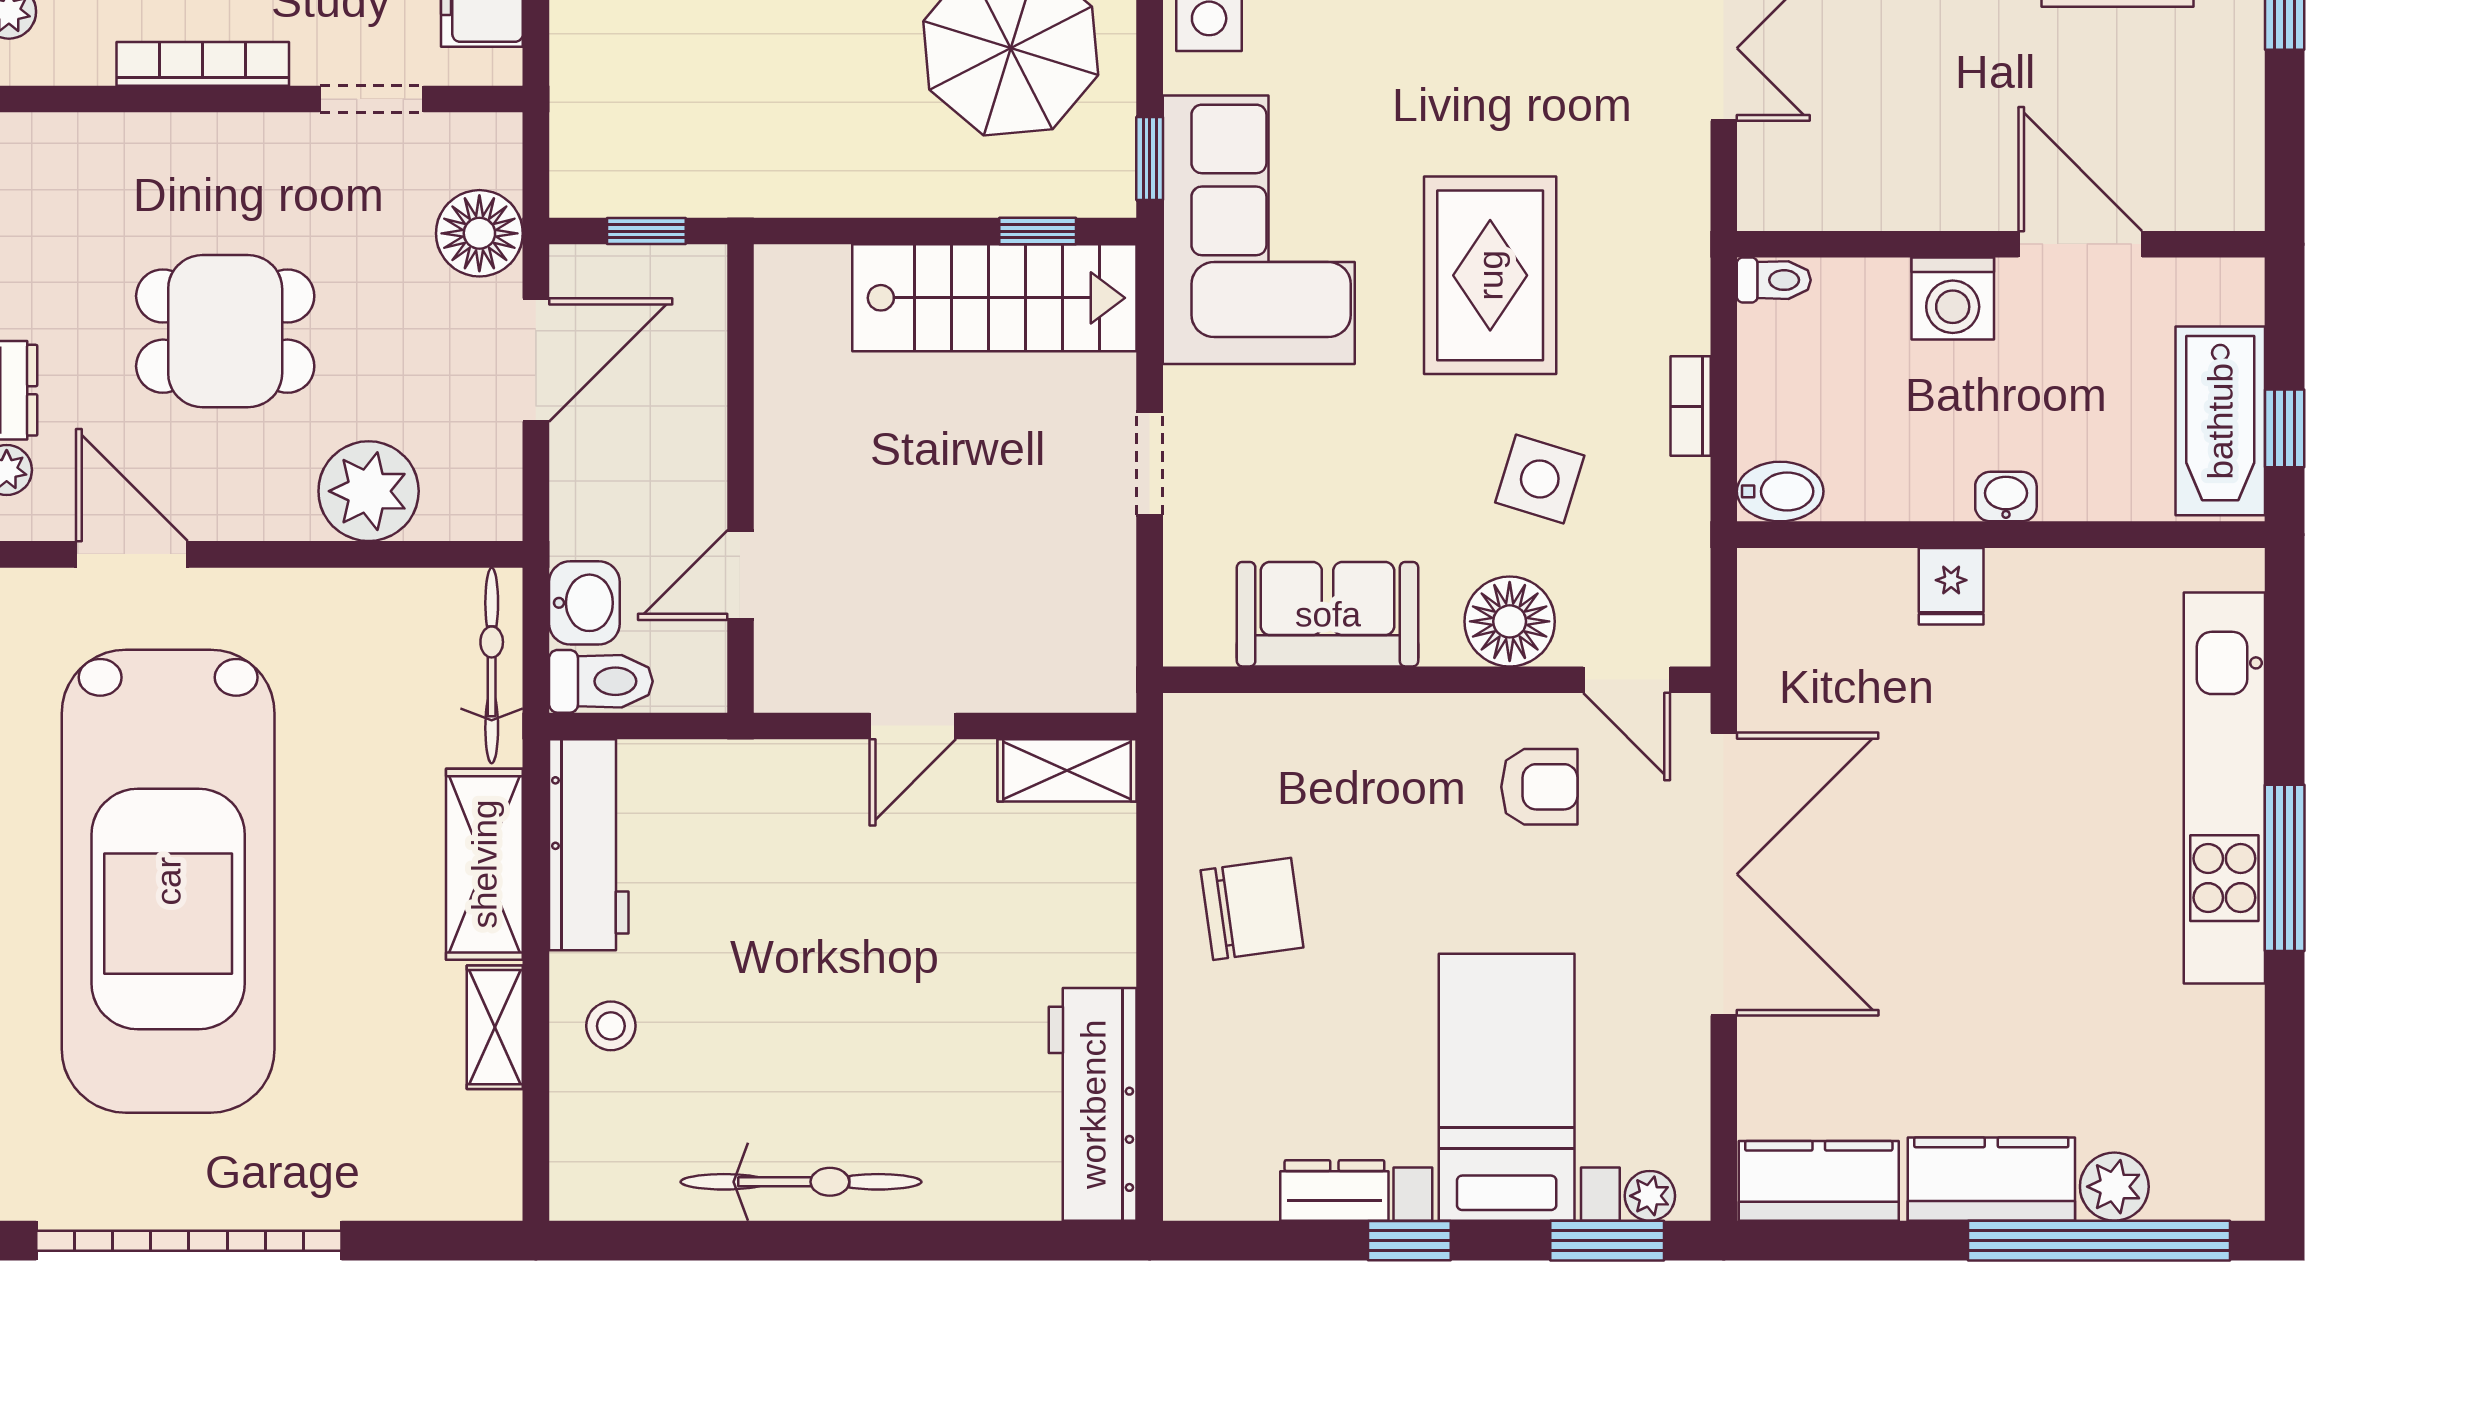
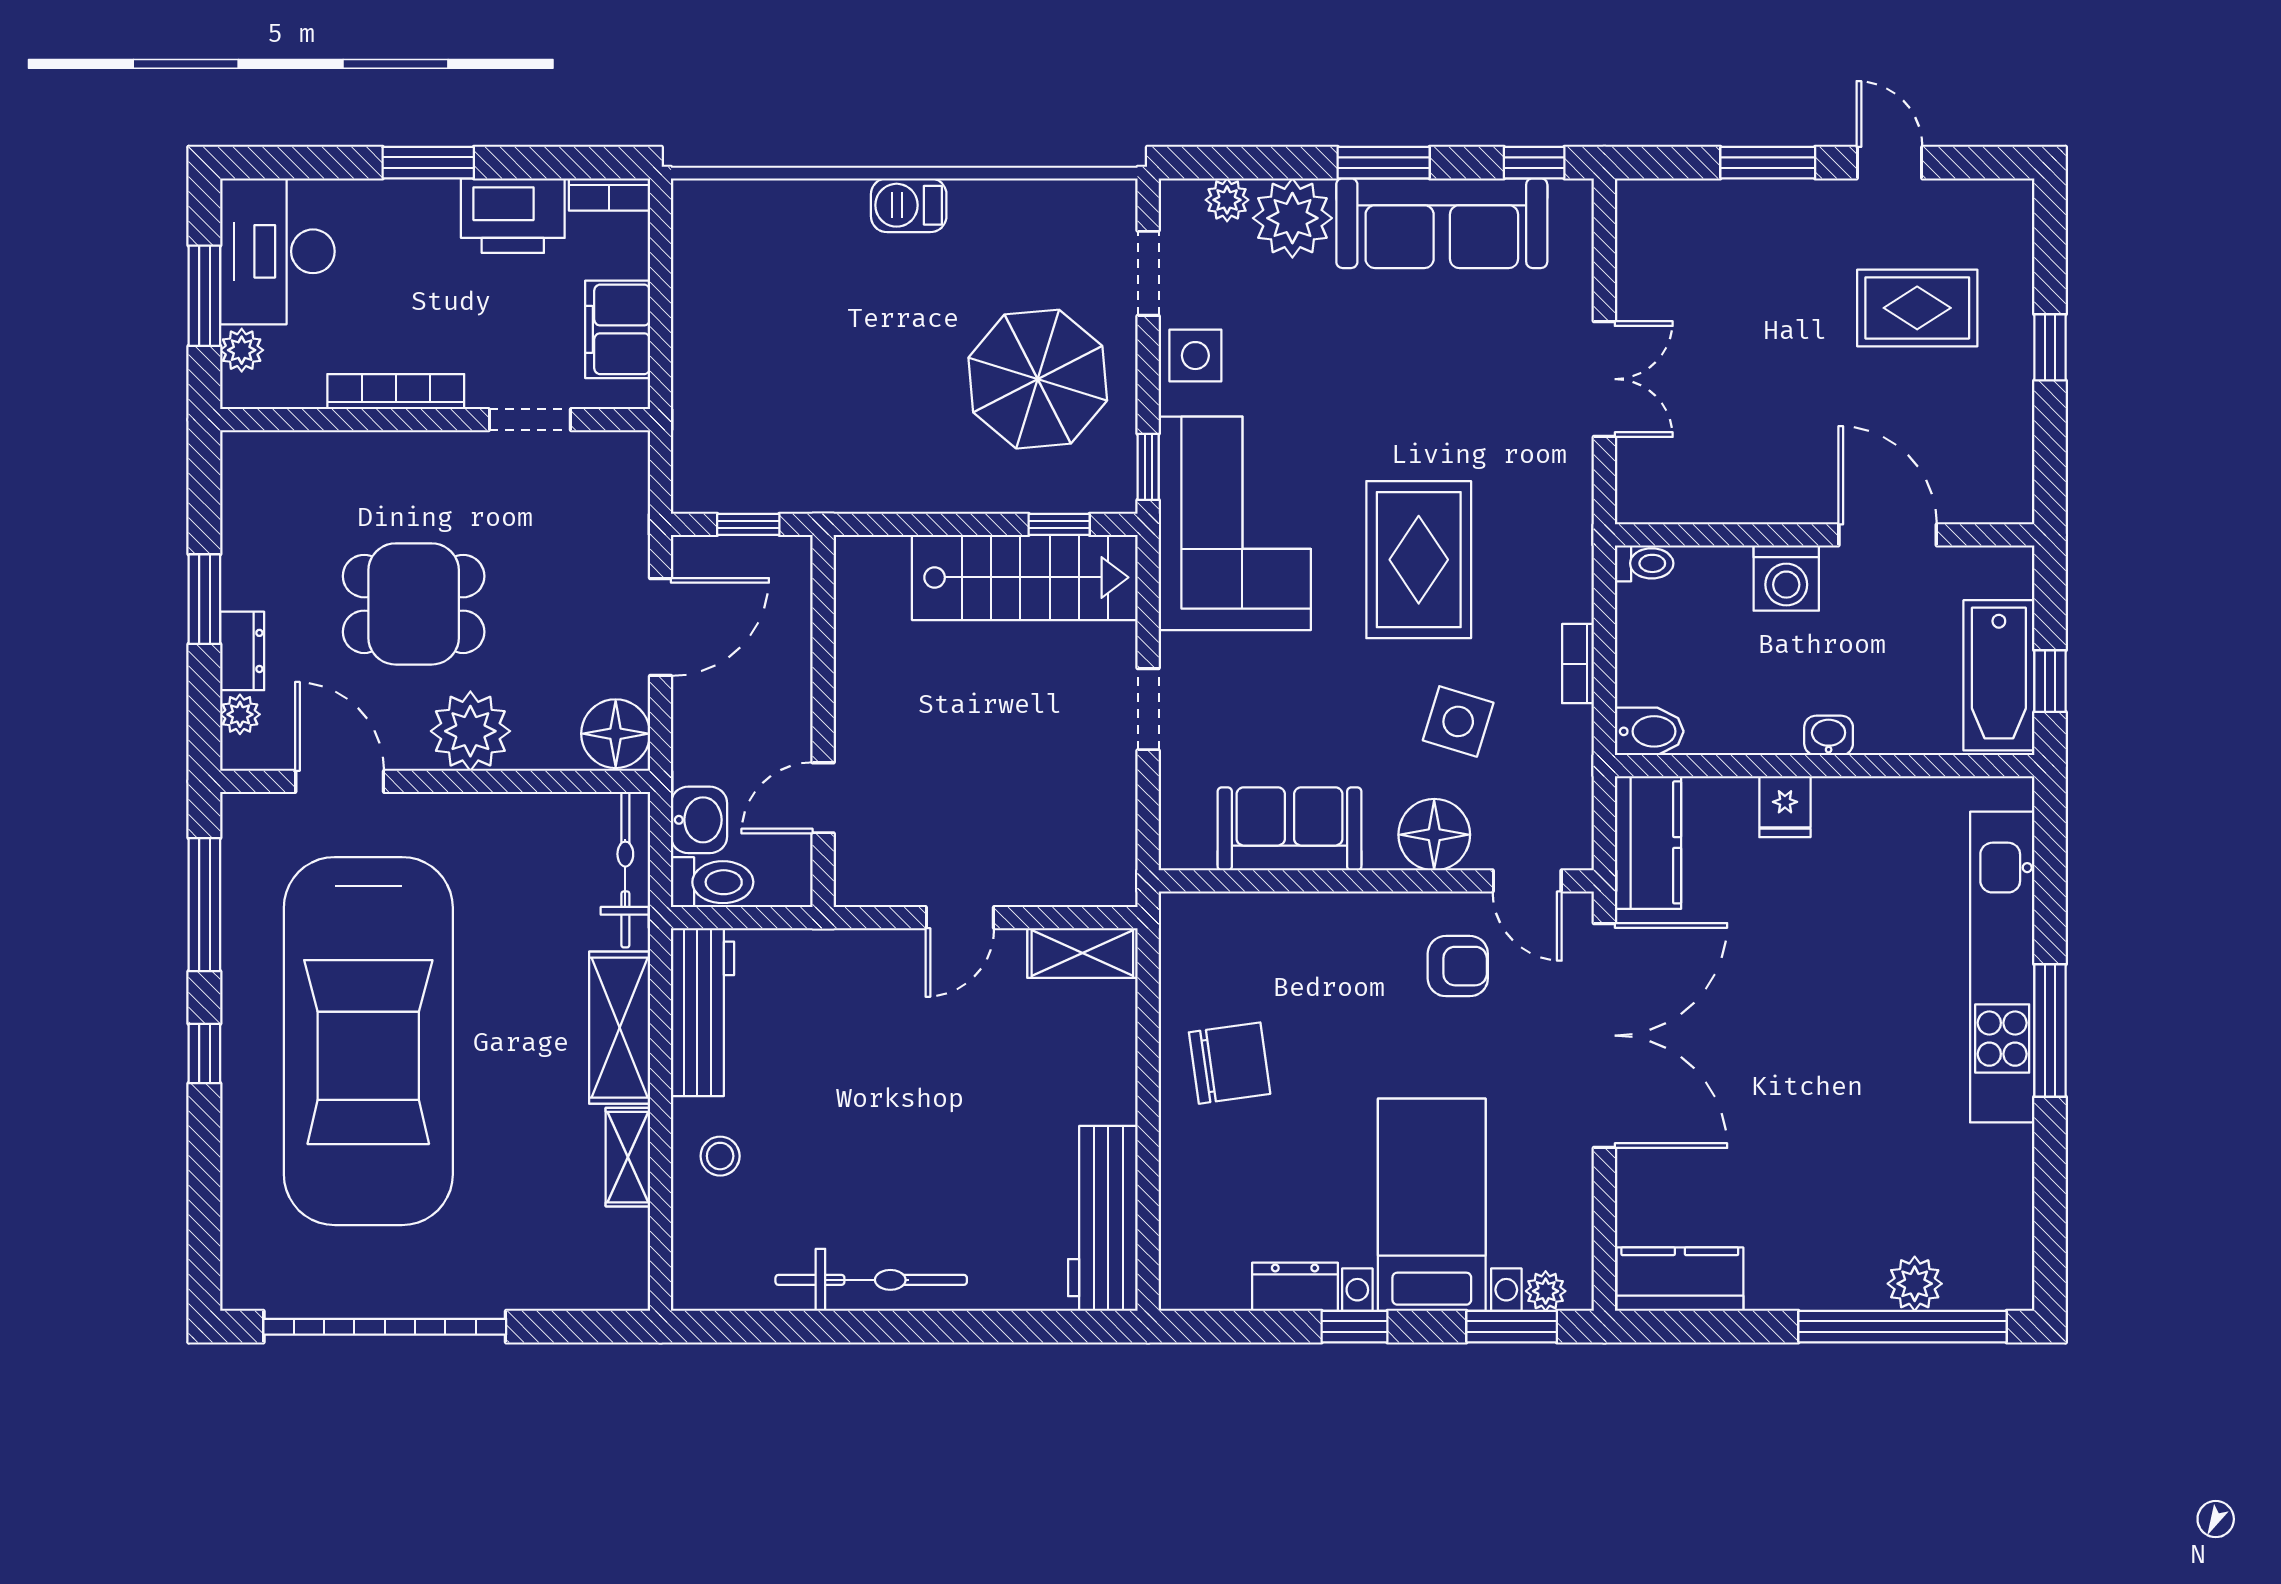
floor lamp: (479, 233) -> (616, 734), moved
plant: (369, 491) -> (470, 731), moved
kitchen counter: (1991, 1179) -> (1648, 842), moved, turned 90

